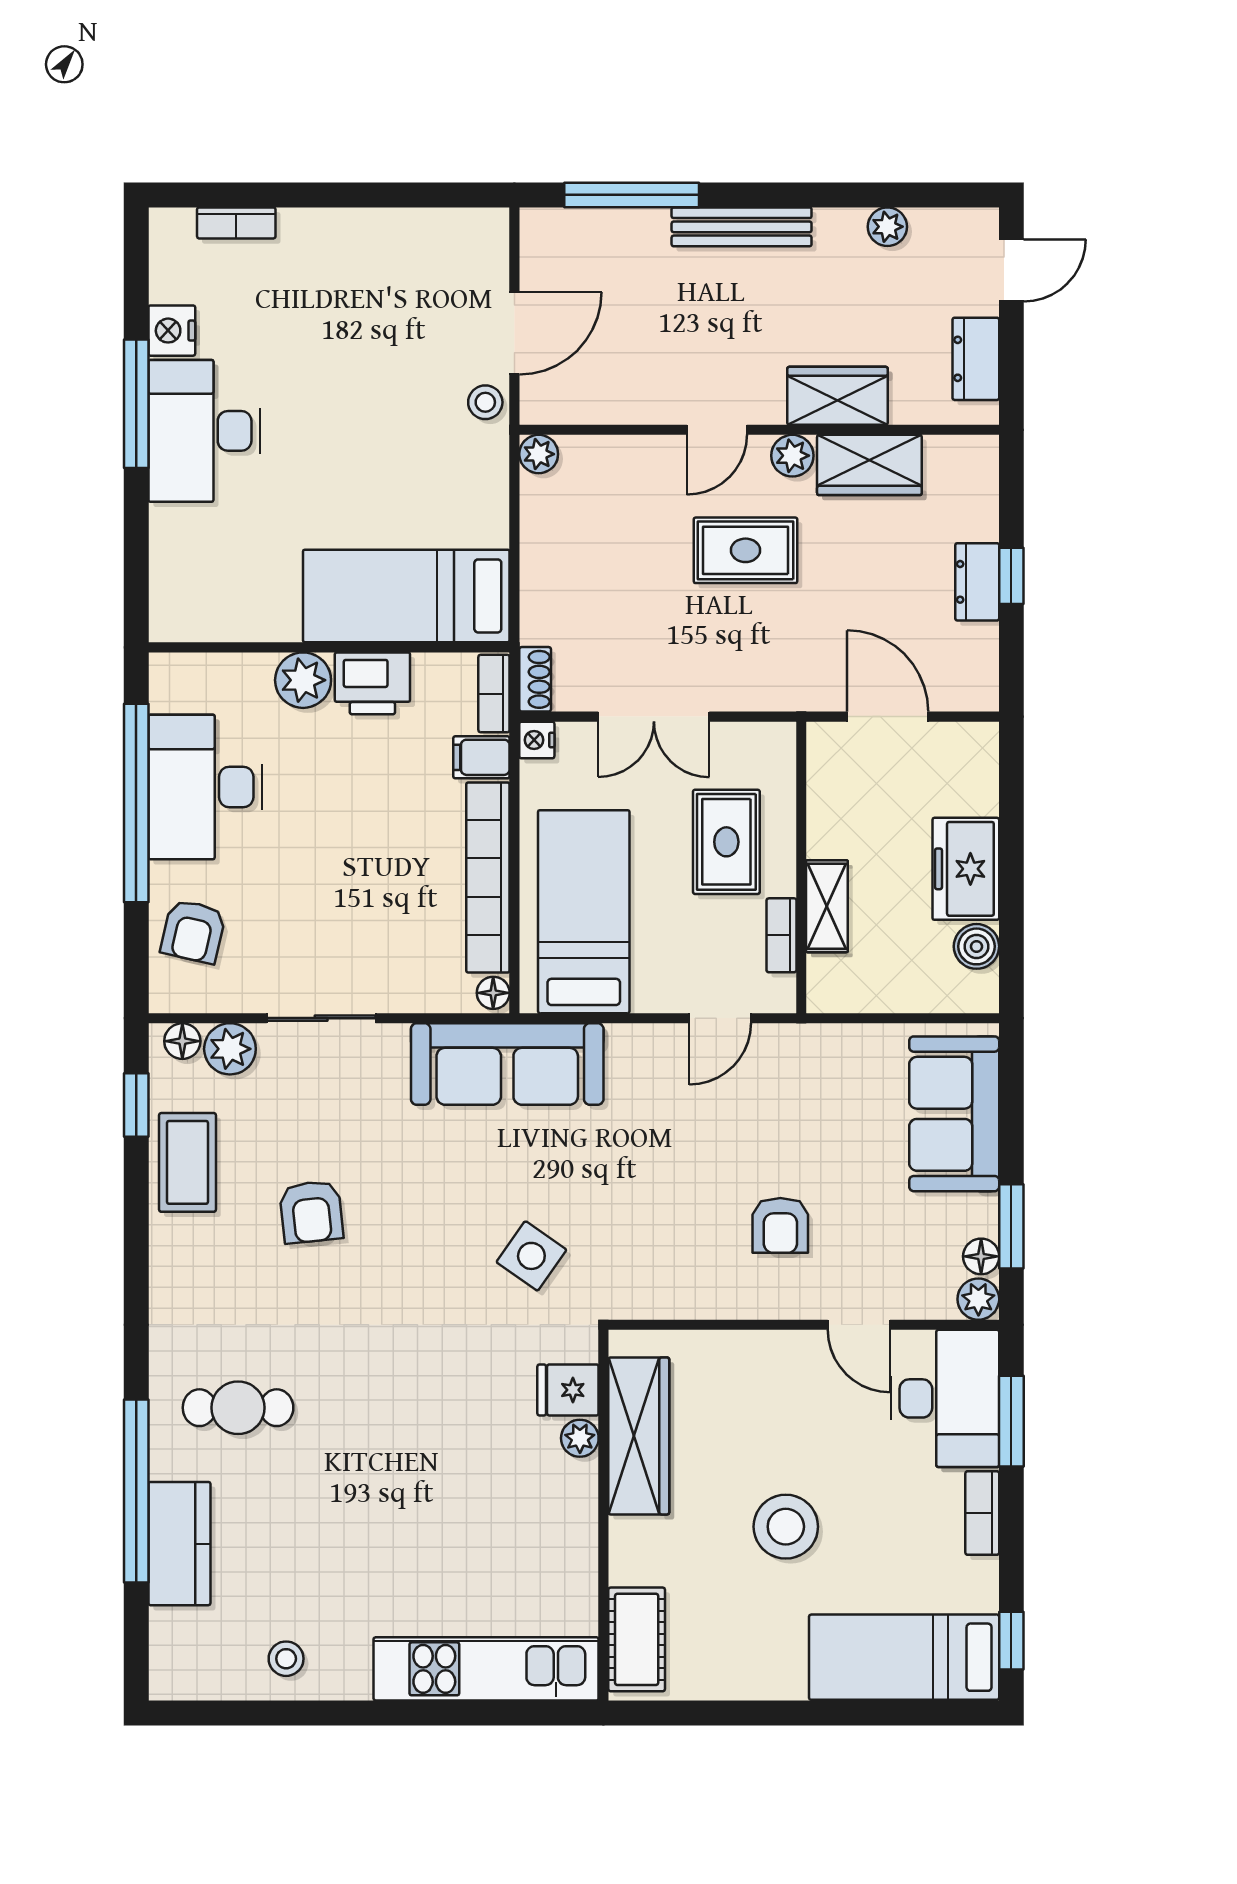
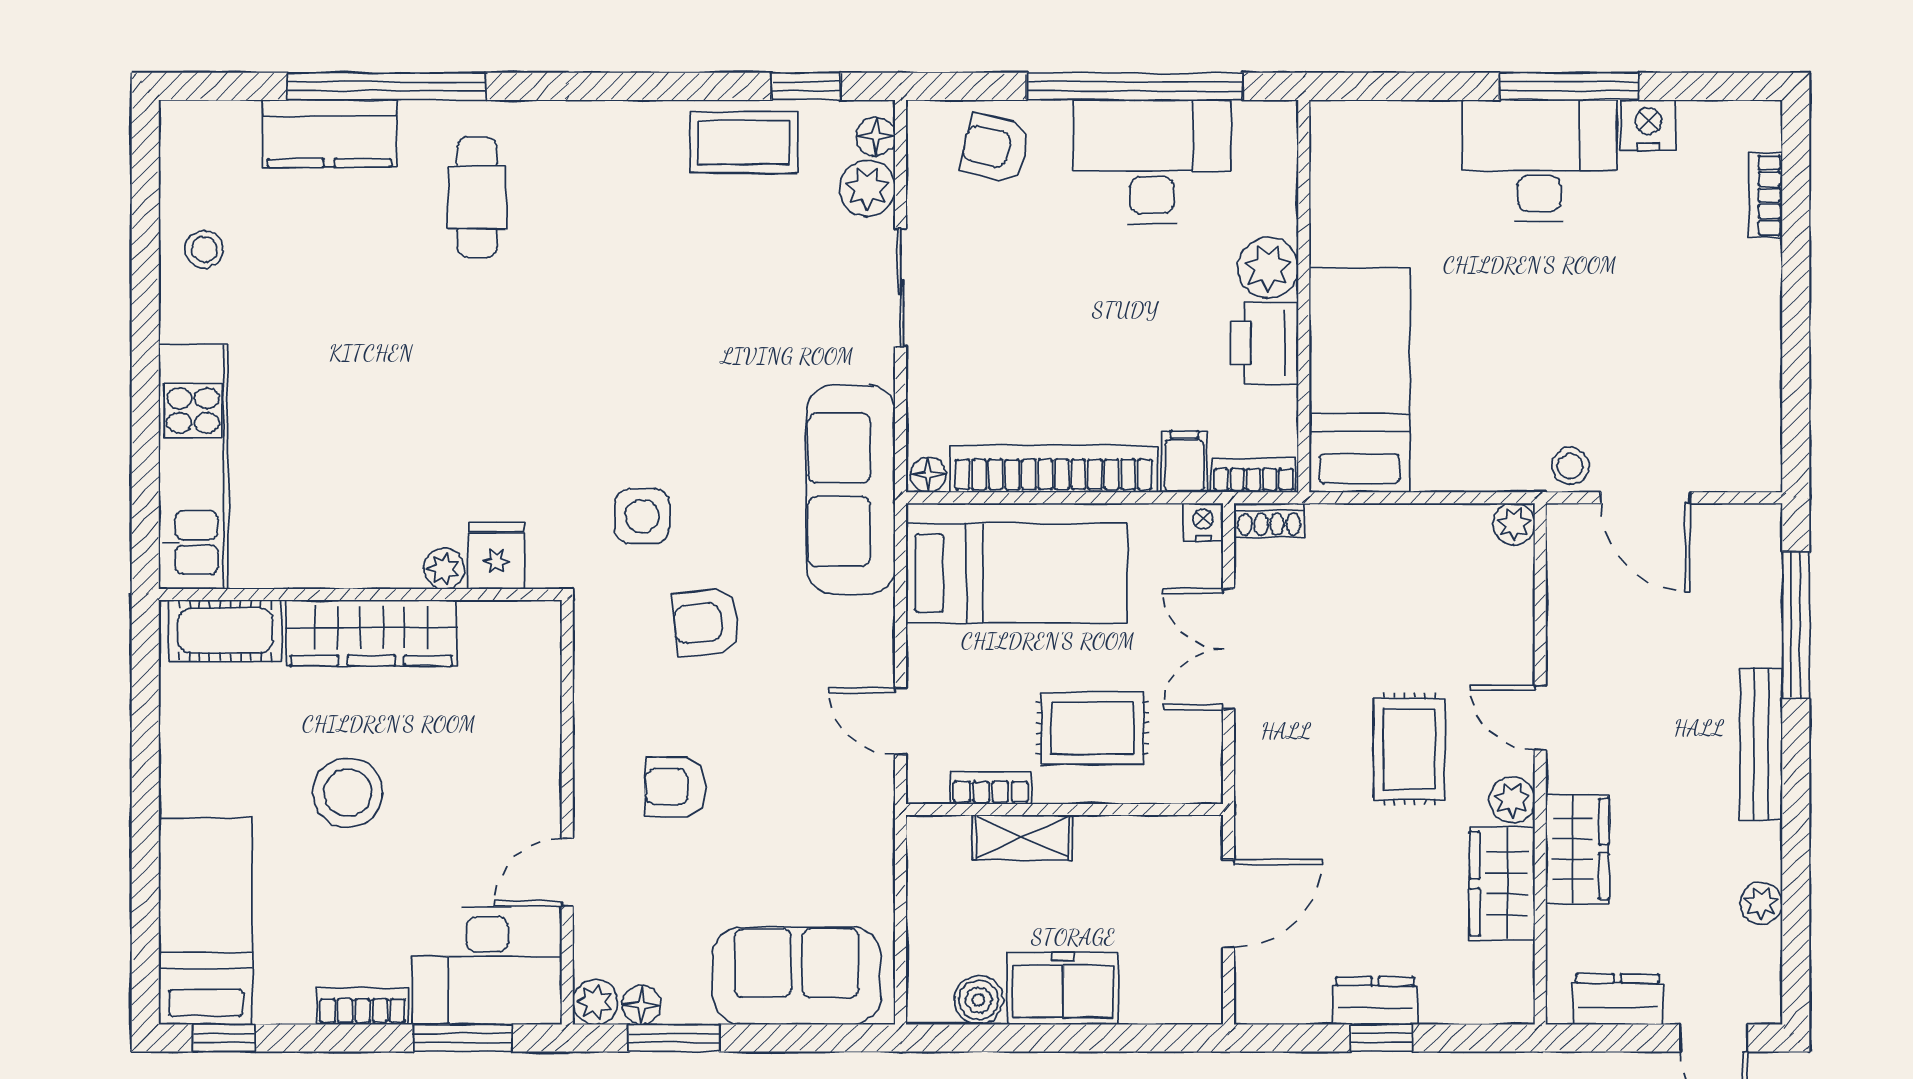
armchair: (311, 1212) -> (707, 622), moved
side table: (531, 1256) -> (642, 516), turned -35
wardrobe: (639, 1436) -> (371, 633), moved

